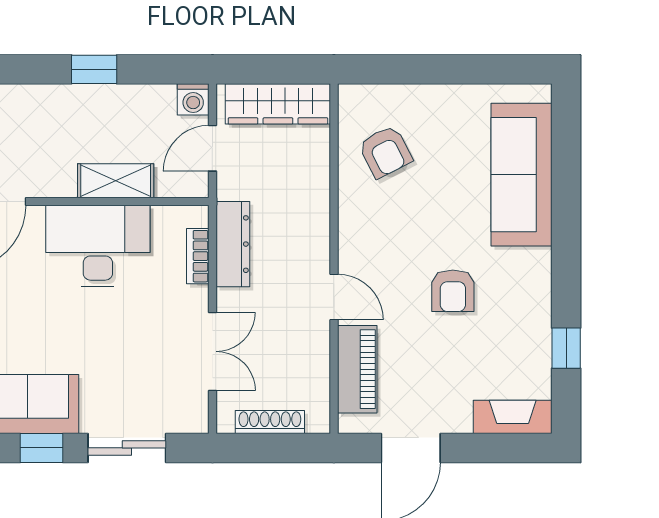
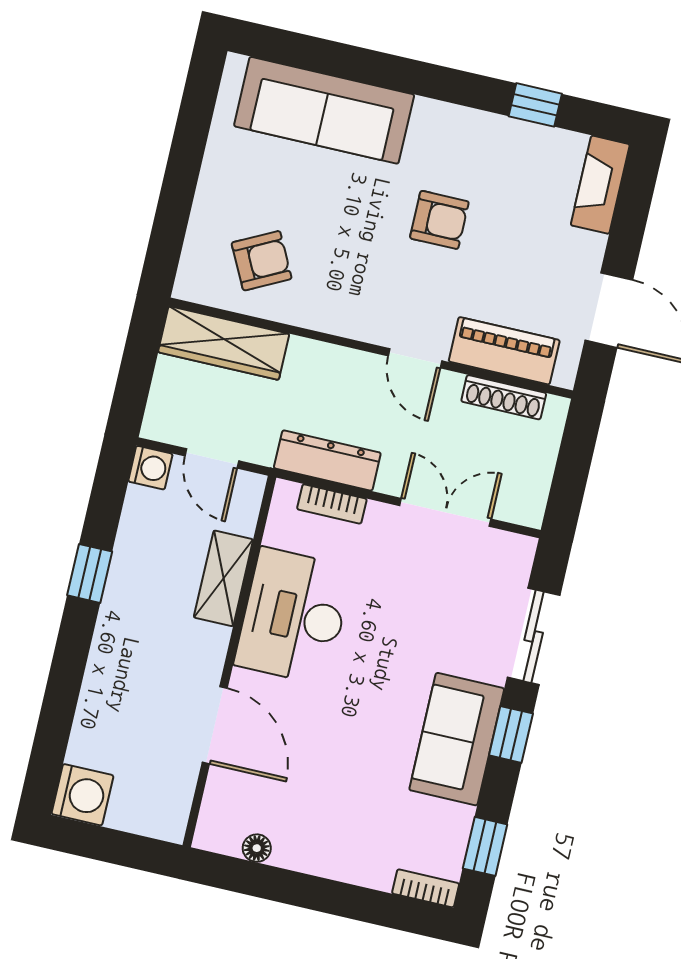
wardrobe: (278, 104) -> (224, 343), moved, turned 90
door: (334, 297) -> (415, 358), swing flipped
shoe rack: (270, 422) -> (504, 397), moved, turned -90

